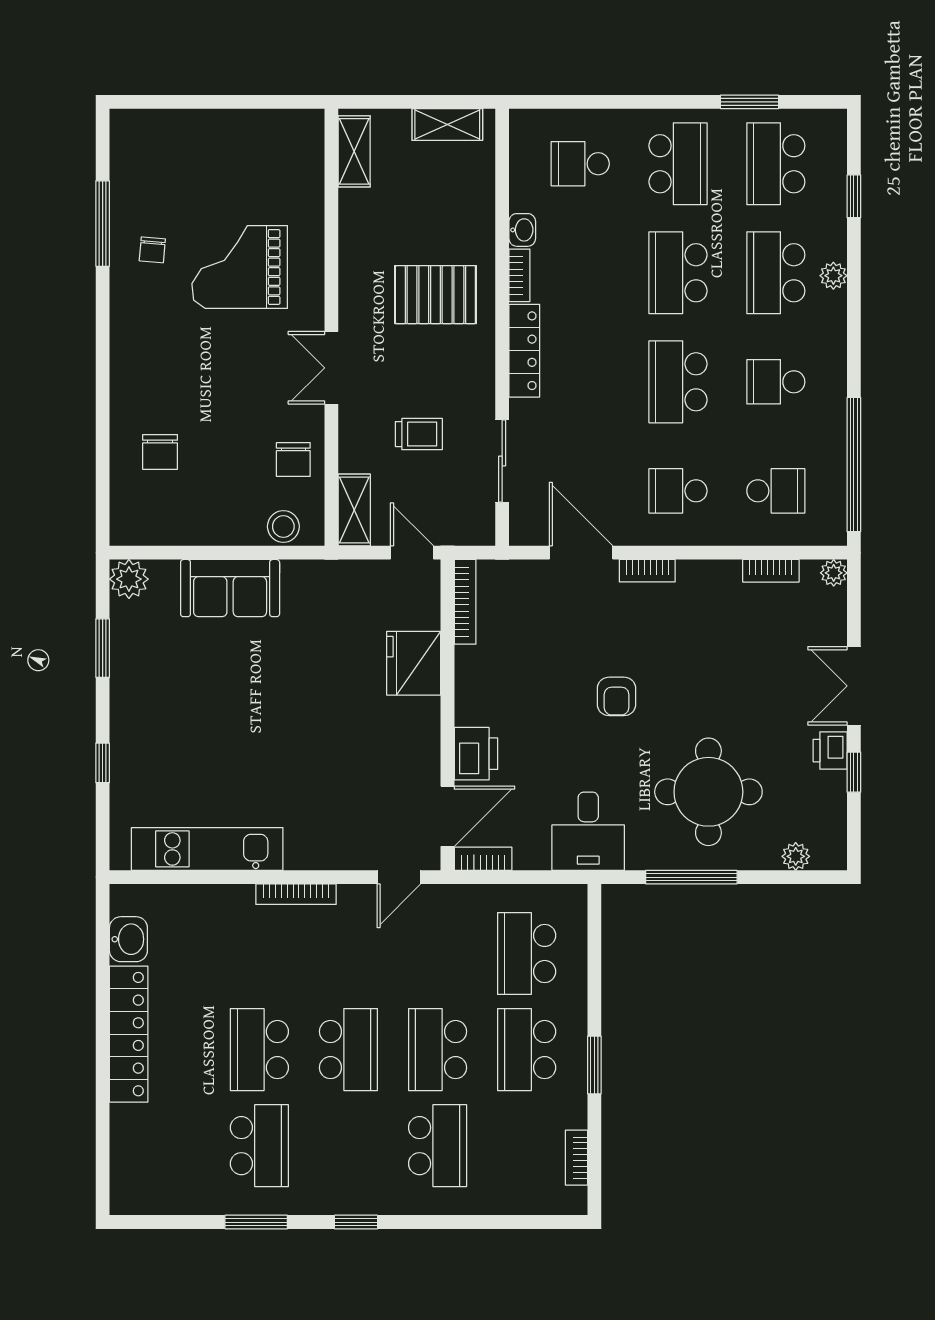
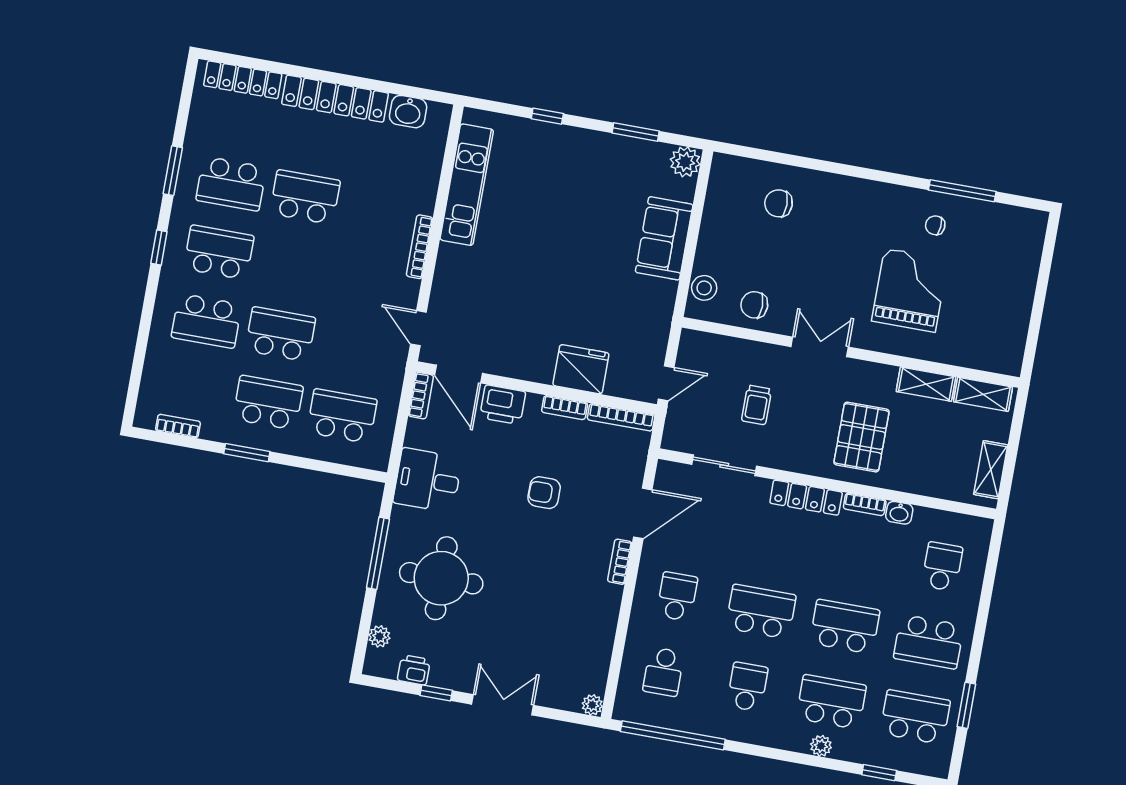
shelving: (354, 510) -> (926, 384), moved
bookcase: (771, 571) -> (565, 408), moved, turned -90
armchair: (617, 696) -> (544, 493), moved
printer: (830, 751) -> (414, 670), moved
school desk: (348, 1050) -> (219, 252), moved, turned 180
locker: (126, 1155) -> (243, 80), added

